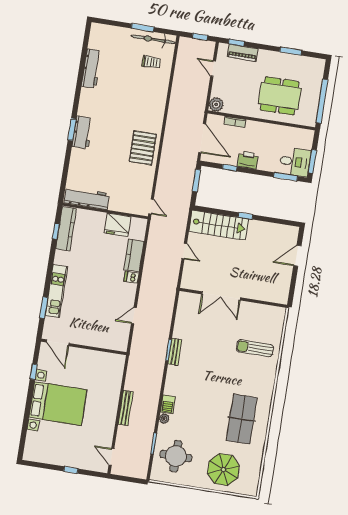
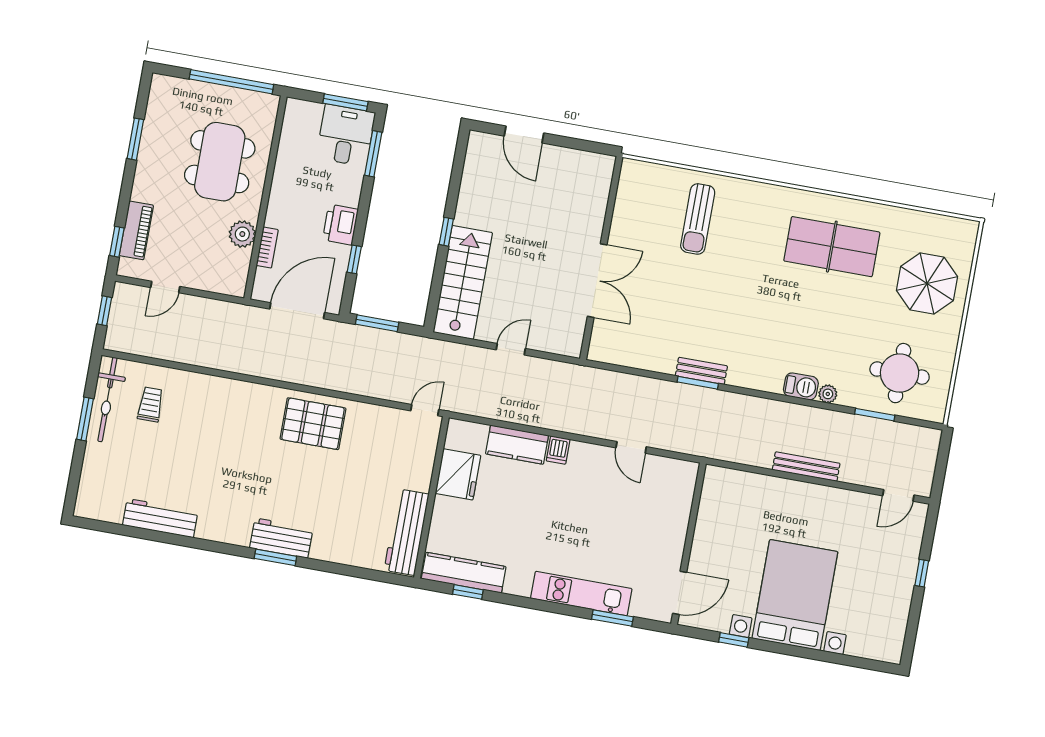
plant: (216, 104) -> (242, 234), moved

